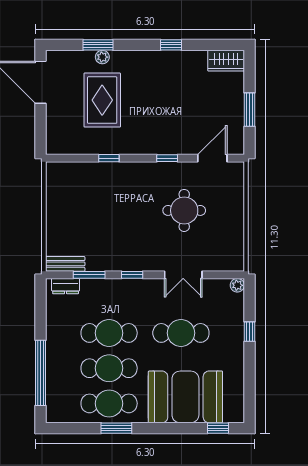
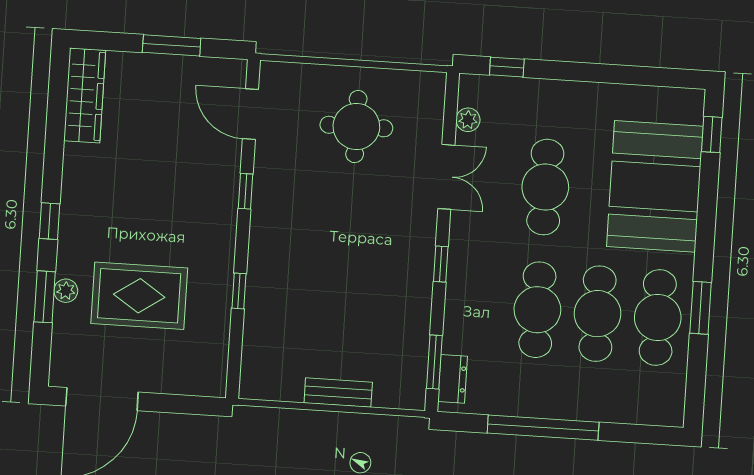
window: (171, 45) -> (50, 221), moved
wardrobe: (226, 61) -> (85, 95), width x1.50
round table: (184, 210) -> (356, 127), moved
bench: (65, 264) -> (338, 393), moved, turned 90
window: (89, 275) -> (434, 362), moved
plant: (237, 285) -> (468, 120), moved
window: (249, 332) -> (507, 67), moved
window: (41, 373) -> (543, 428), moved

